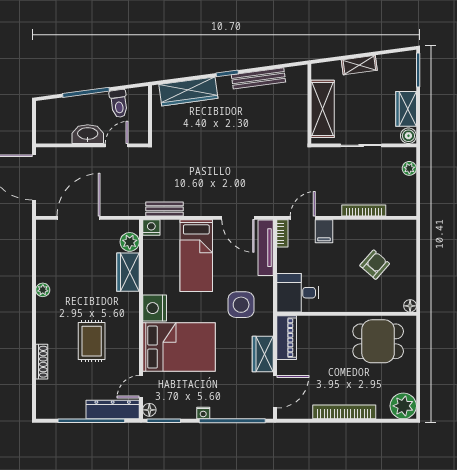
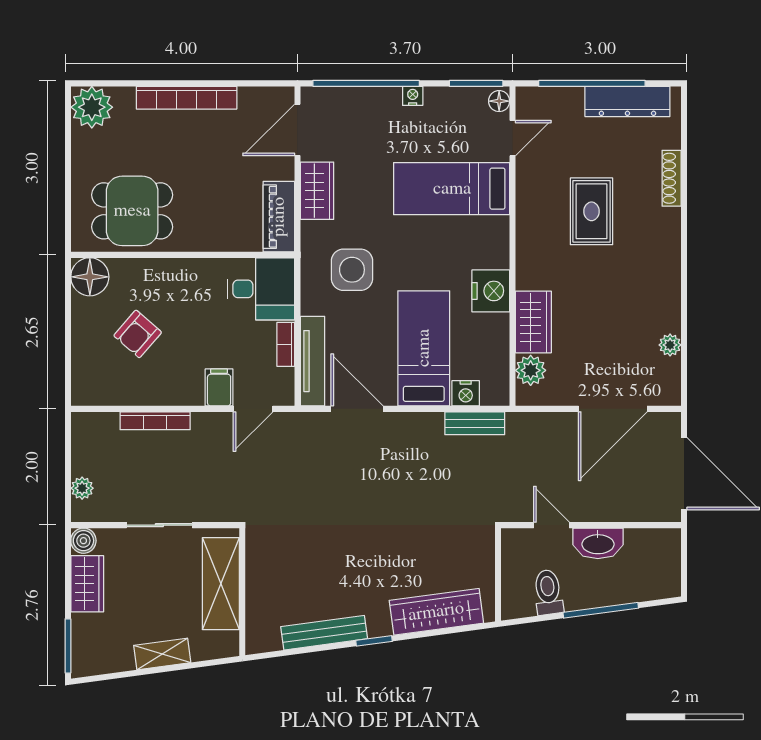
door: (117, 145) -> (552, 525), swing flipped
nightstand: (151, 228) -> (466, 393), moved
bookcase: (282, 233) -> (286, 344), moved
plant: (43, 290) -> (670, 345), moved
floor lamp: (410, 306) -> (90, 277), width x1.89, depth x1.89
nightstand: (155, 308) -> (491, 291), moved
bed: (179, 347) -> (452, 189), width x0.67
dresser: (113, 410) -> (627, 101), moved

